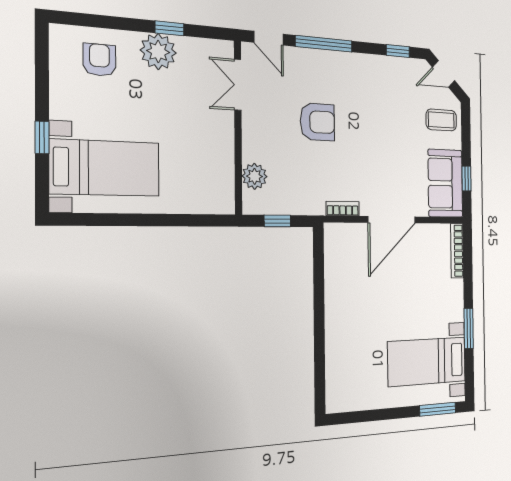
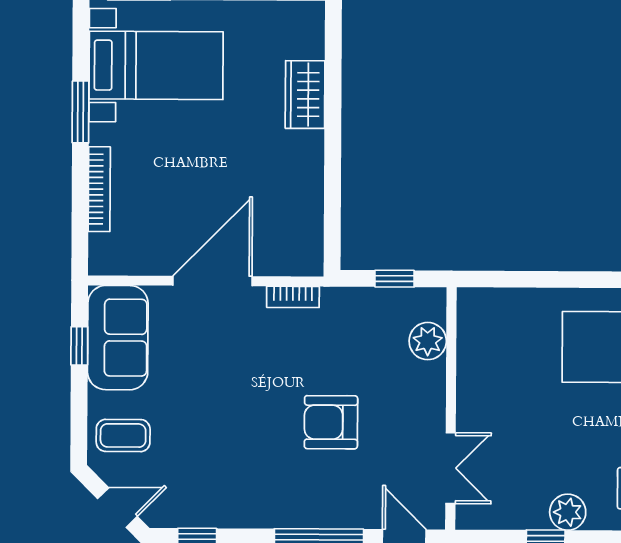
plant: (158, 52) -> (568, 512), width x0.73, depth x0.73
bookcase: (457, 251) -> (99, 189), moved
wardrobe: (337, 348) -> (305, 95), added

